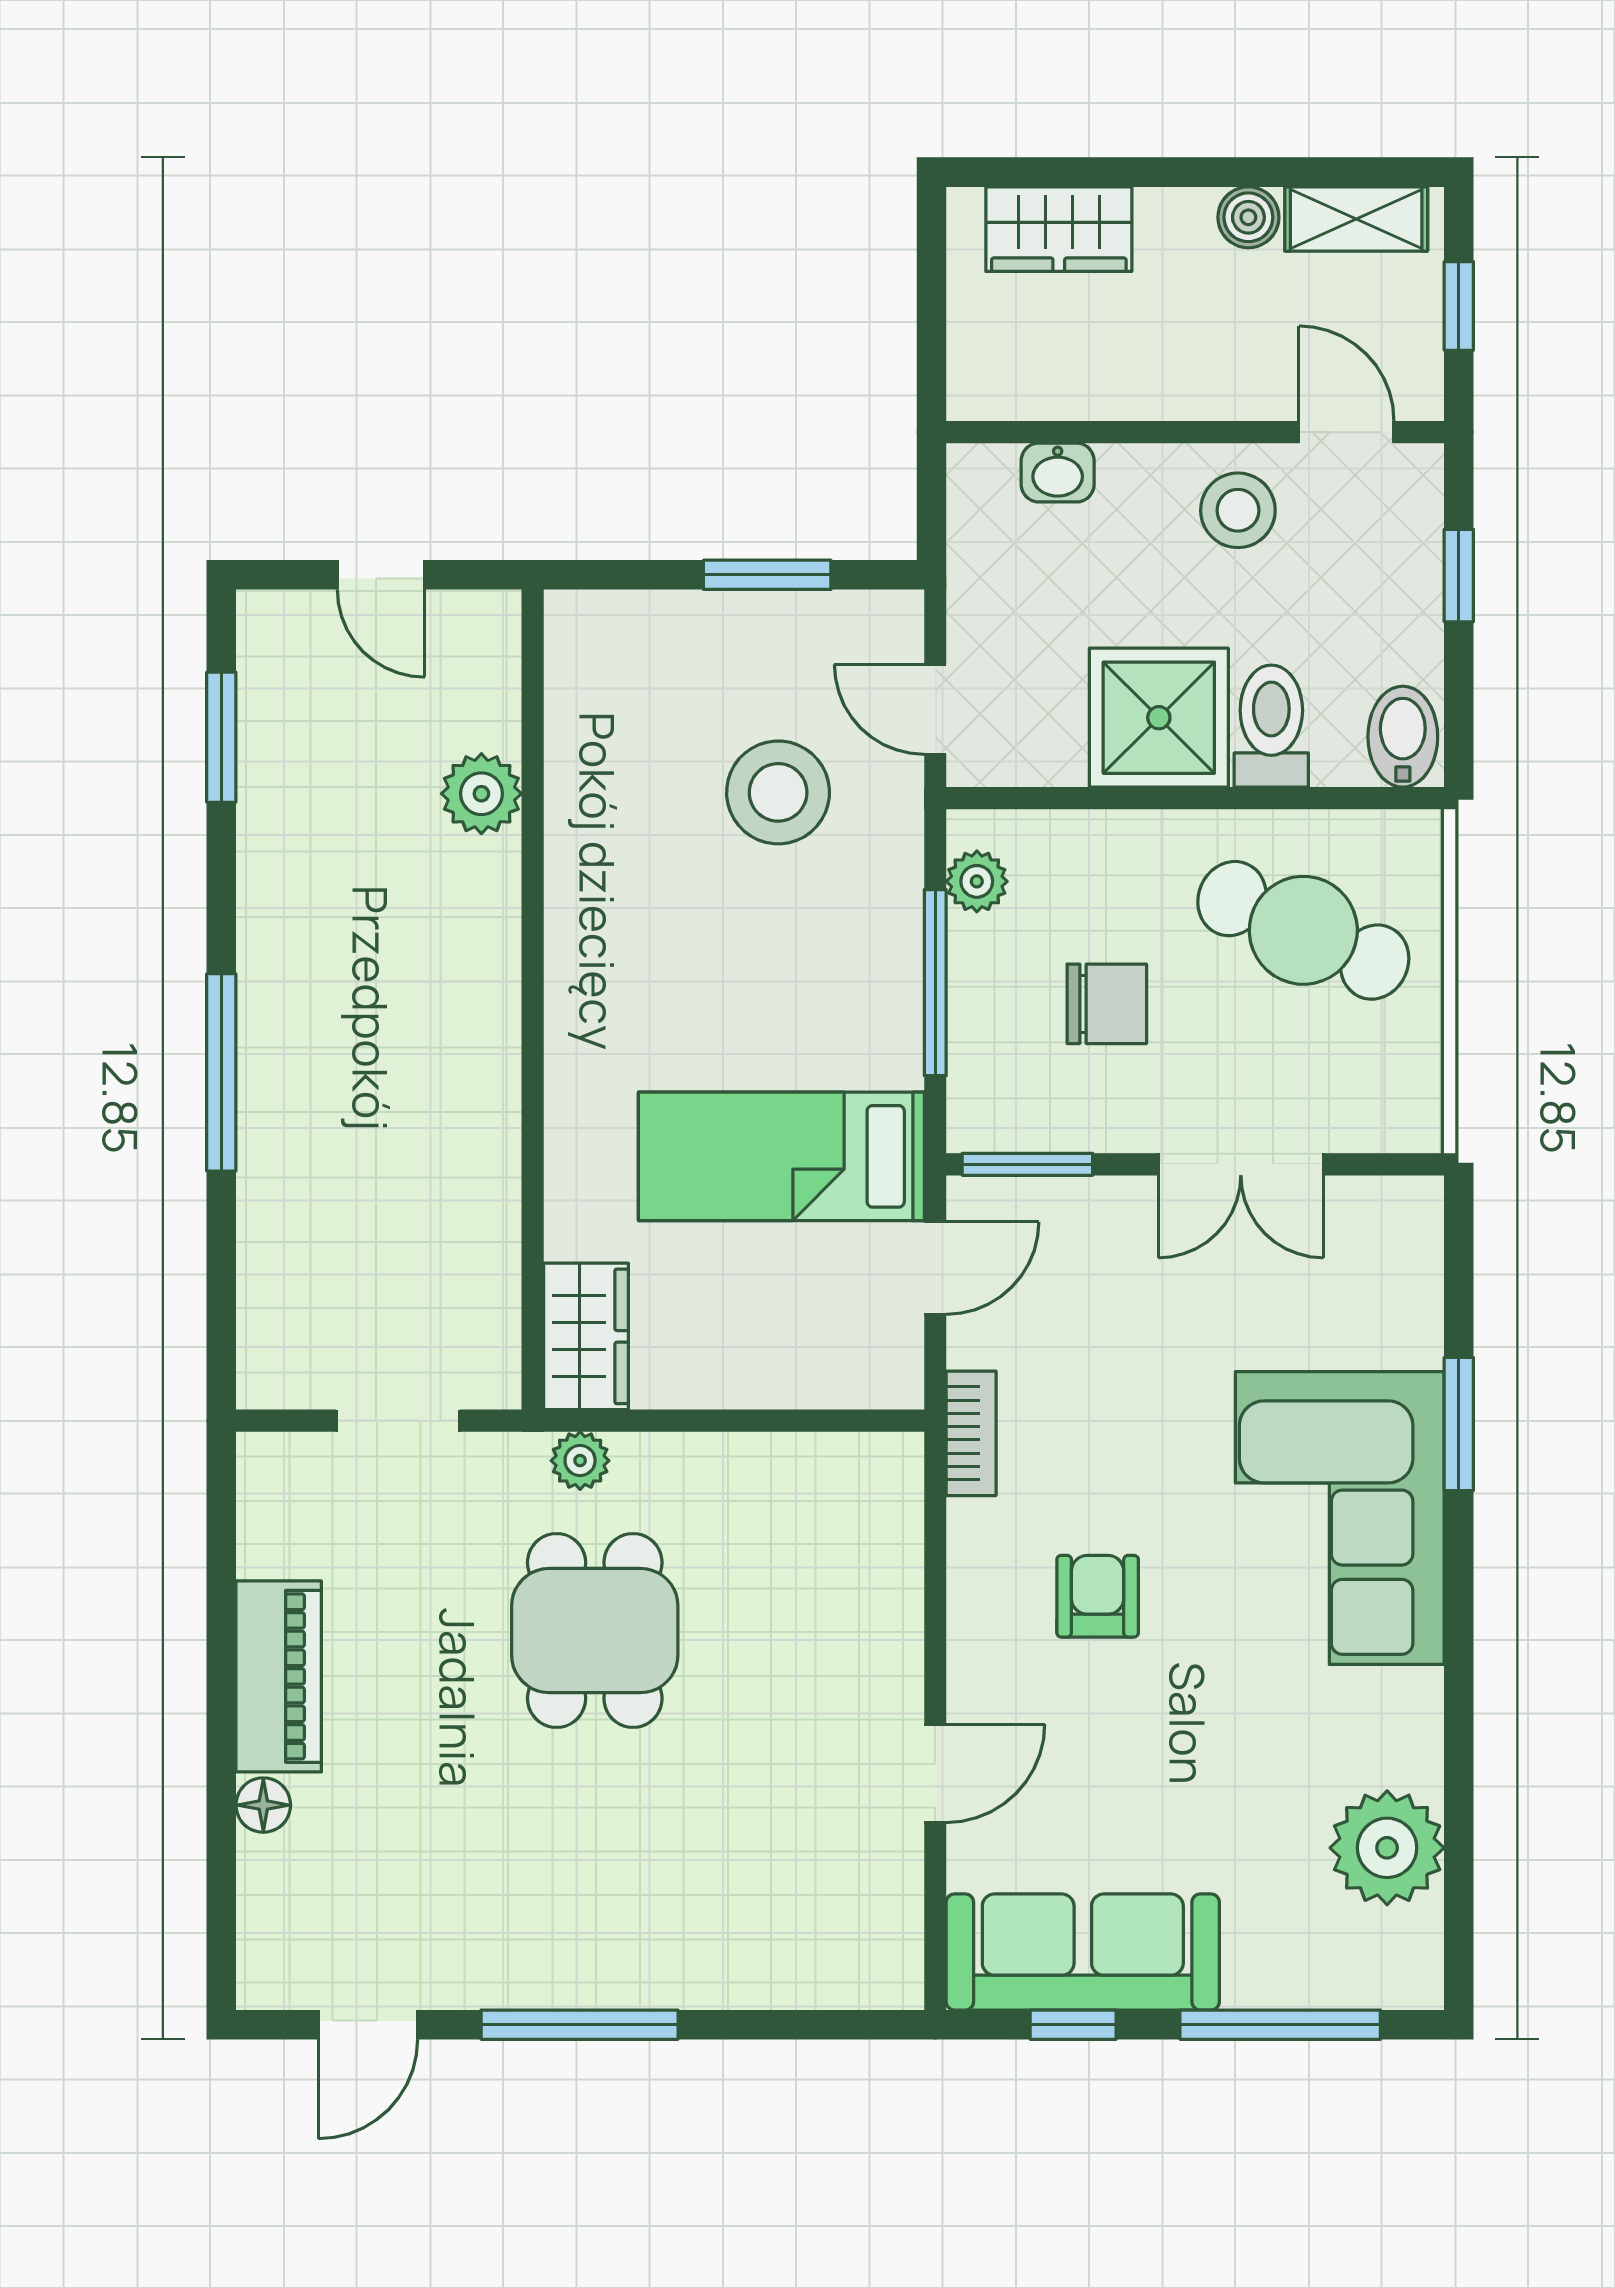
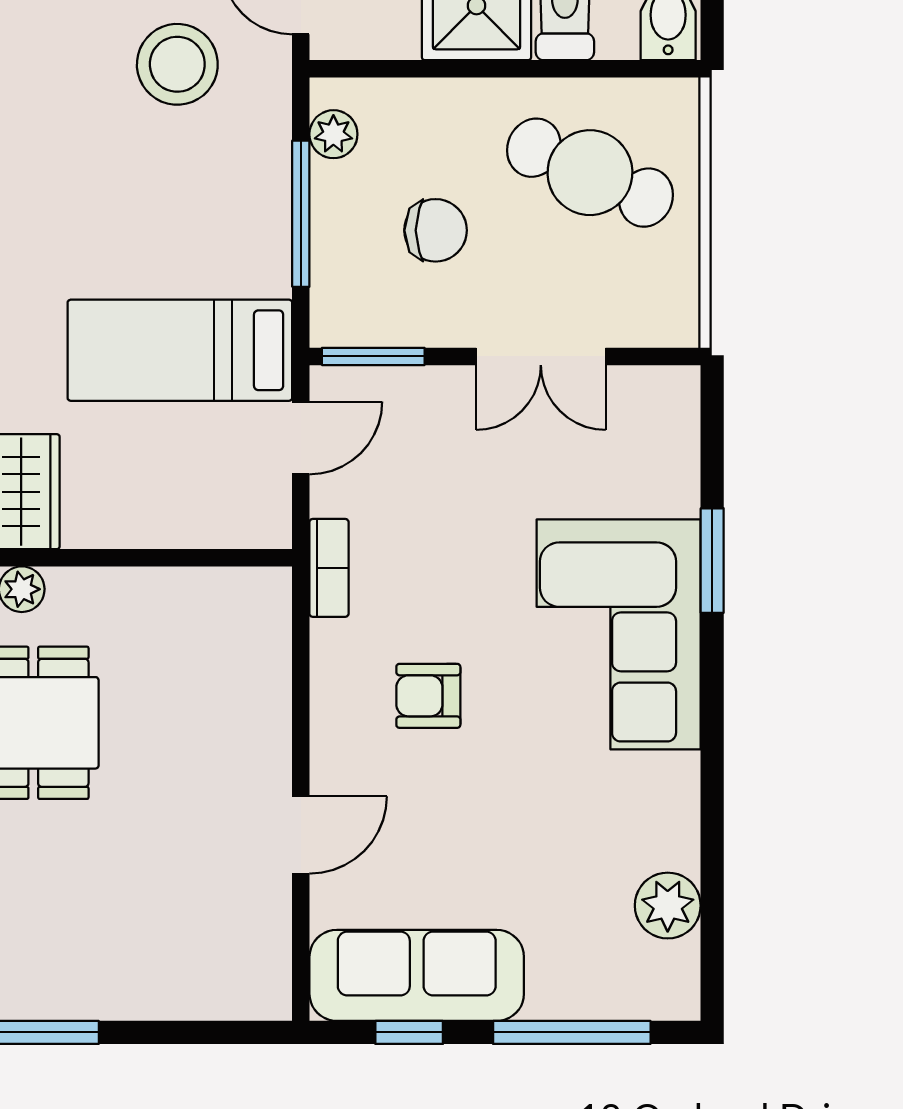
armchair: (1098, 1596) -> (428, 696), turned -90
plant: (1387, 1848) -> (668, 906), width x0.73, depth x0.73

